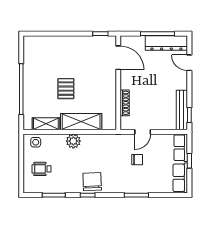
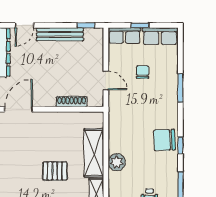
bench: (182, 110) -> (60, 34), moved
chair: (137, 160) -> (142, 72), moved

